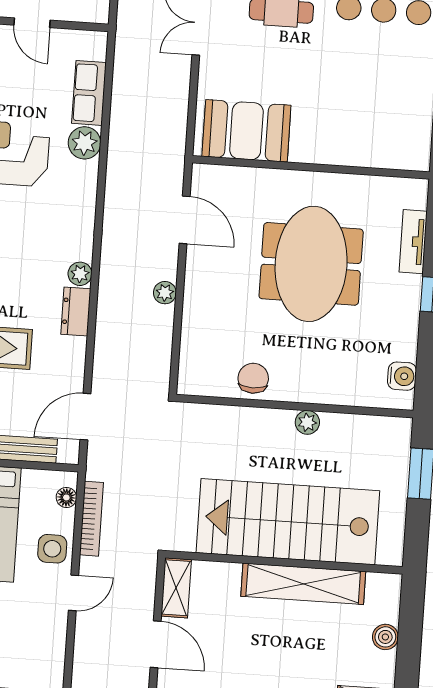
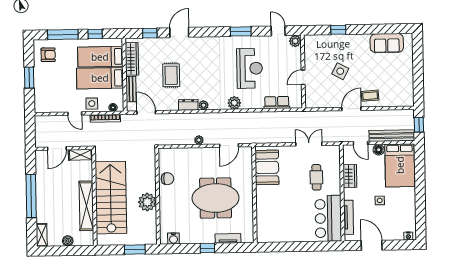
plant: (84, 143) -> (234, 103), moved
plant: (307, 422) -> (147, 202), width x1.88, depth x1.88

